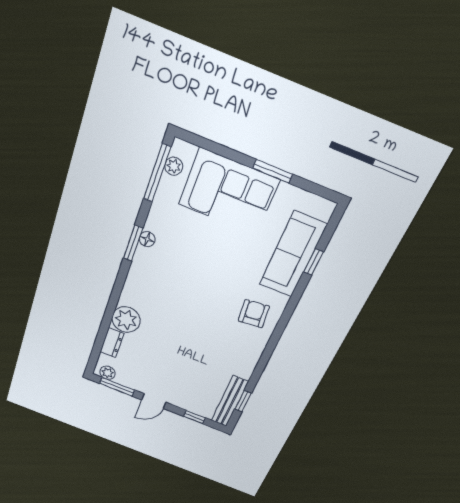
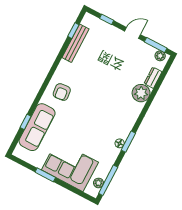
bench: (230, 401) -> (75, 43), moved

